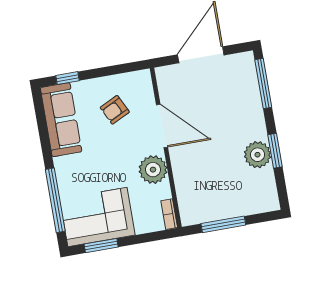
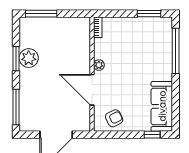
armchair: (115, 110) -> (114, 118), moved
plant: (153, 170) -> (99, 65), width x0.53, depth x0.53
corner sofa: (97, 217) -> (148, 34), removed
window: (223, 224) -> (41, 14), moved

